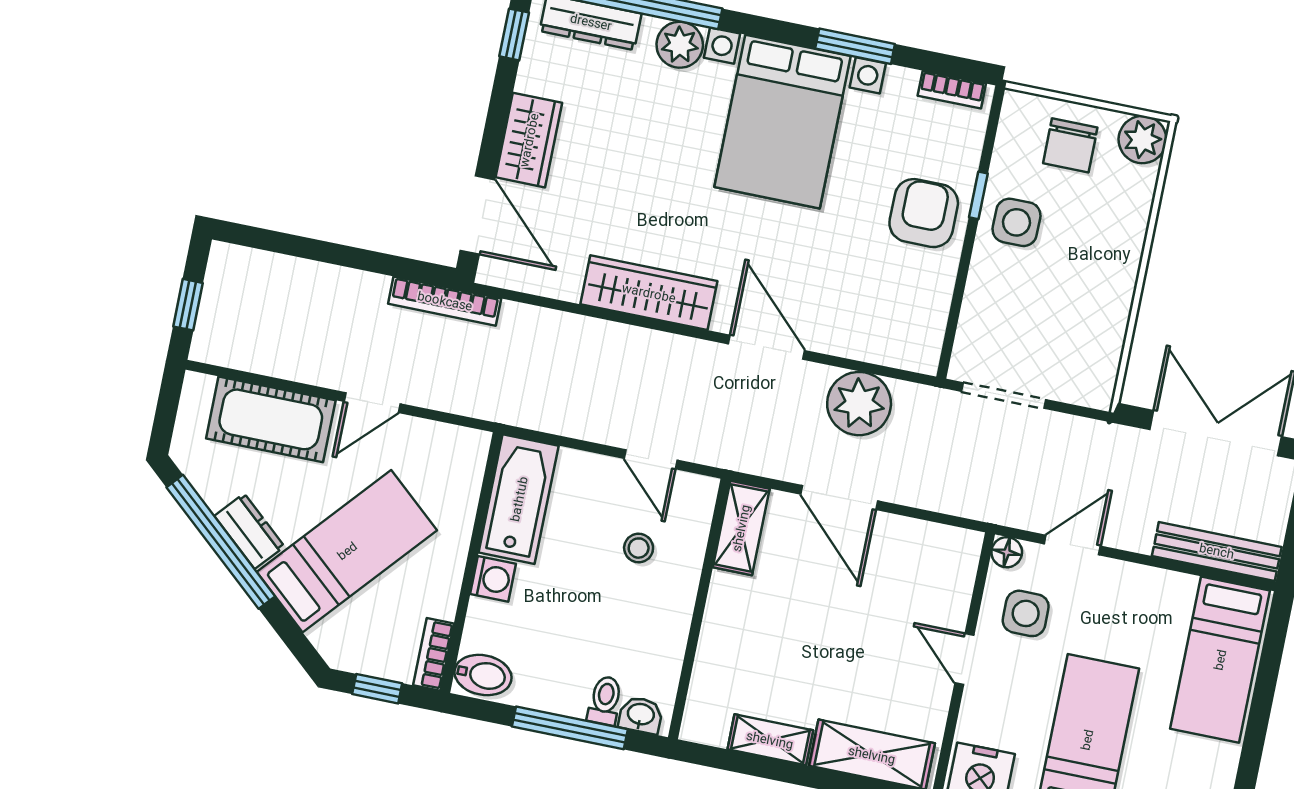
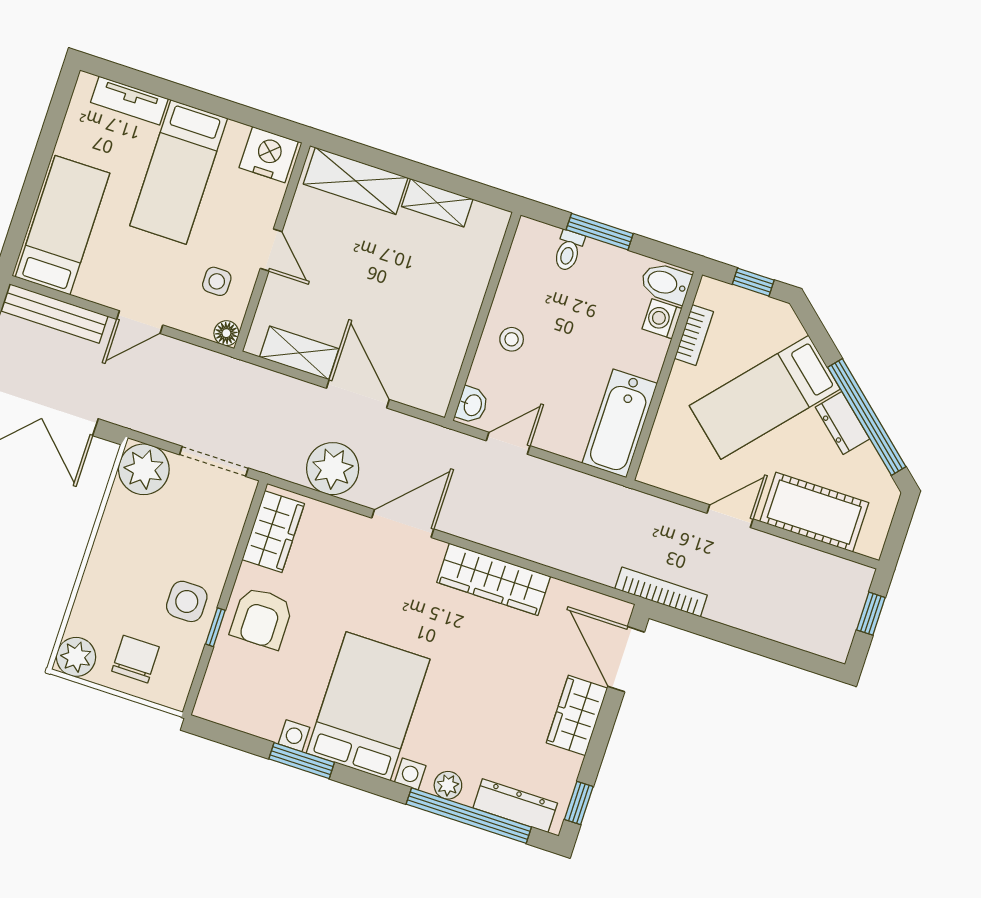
plant: (680, 45) -> (448, 785), width x0.73, depth x0.73
bookcase: (952, 90) -> (227, 716), removed
wardrobe: (922, 319) -> (273, 532), added
door: (766, 347) -> (403, 523), swing flipped
plant: (1087, 376) -> (144, 469), added
door: (651, 459) -> (508, 443), hinge flipped
shelving: (741, 528) -> (299, 353), moved, turned 90
door: (1072, 545) -> (140, 322), moved
stool: (639, 548) -> (512, 339), moved
washing machine: (493, 579) -> (662, 319), moved
side table: (1026, 613) -> (217, 281), width x0.73, depth x0.73
bookcase: (434, 654) -> (694, 335), moved
washbasin: (641, 715) -> (472, 405), moved, turned -90
window: (570, 728) -> (600, 232), width x0.69

